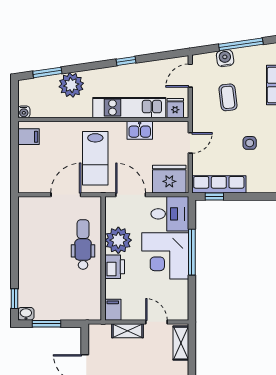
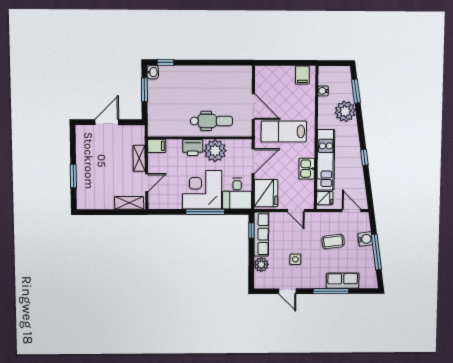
water cooler: (24, 112) -> (323, 91), moved
plant: (256, 184) -> (261, 265), added

